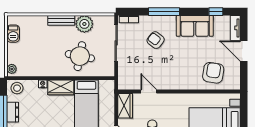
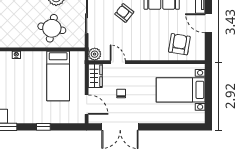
plant: (125, 83) -> (95, 54), added
wardrobe: (61, 87) -> (34, 58), removed

